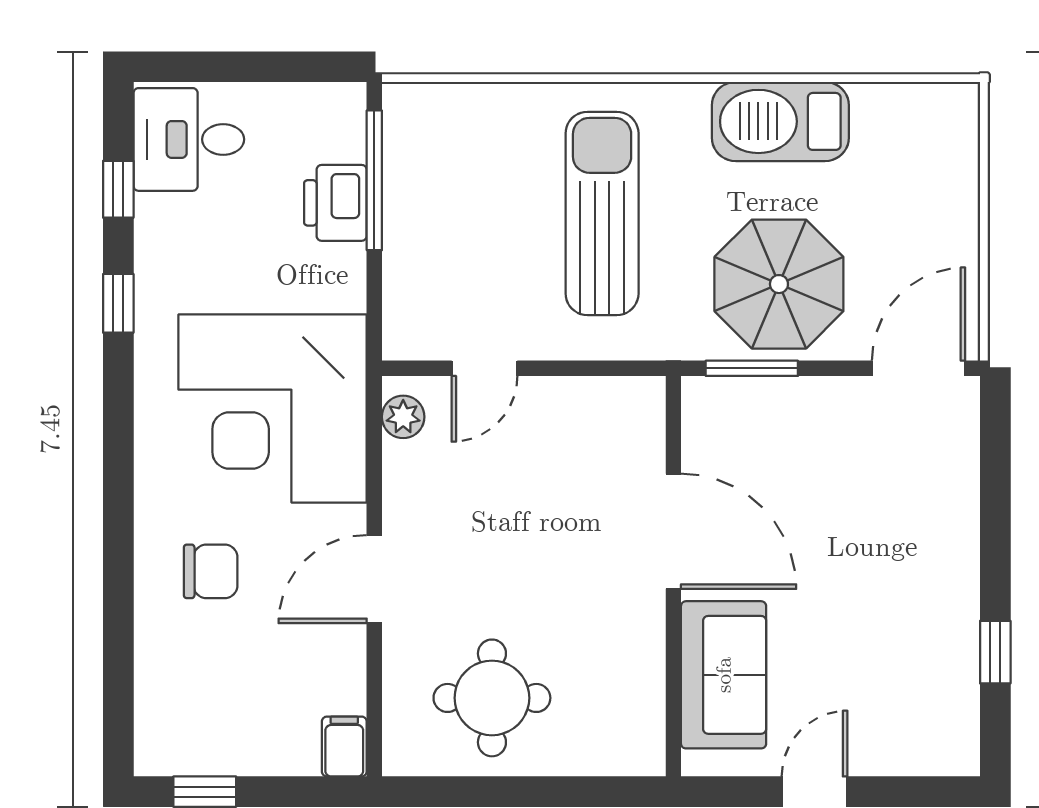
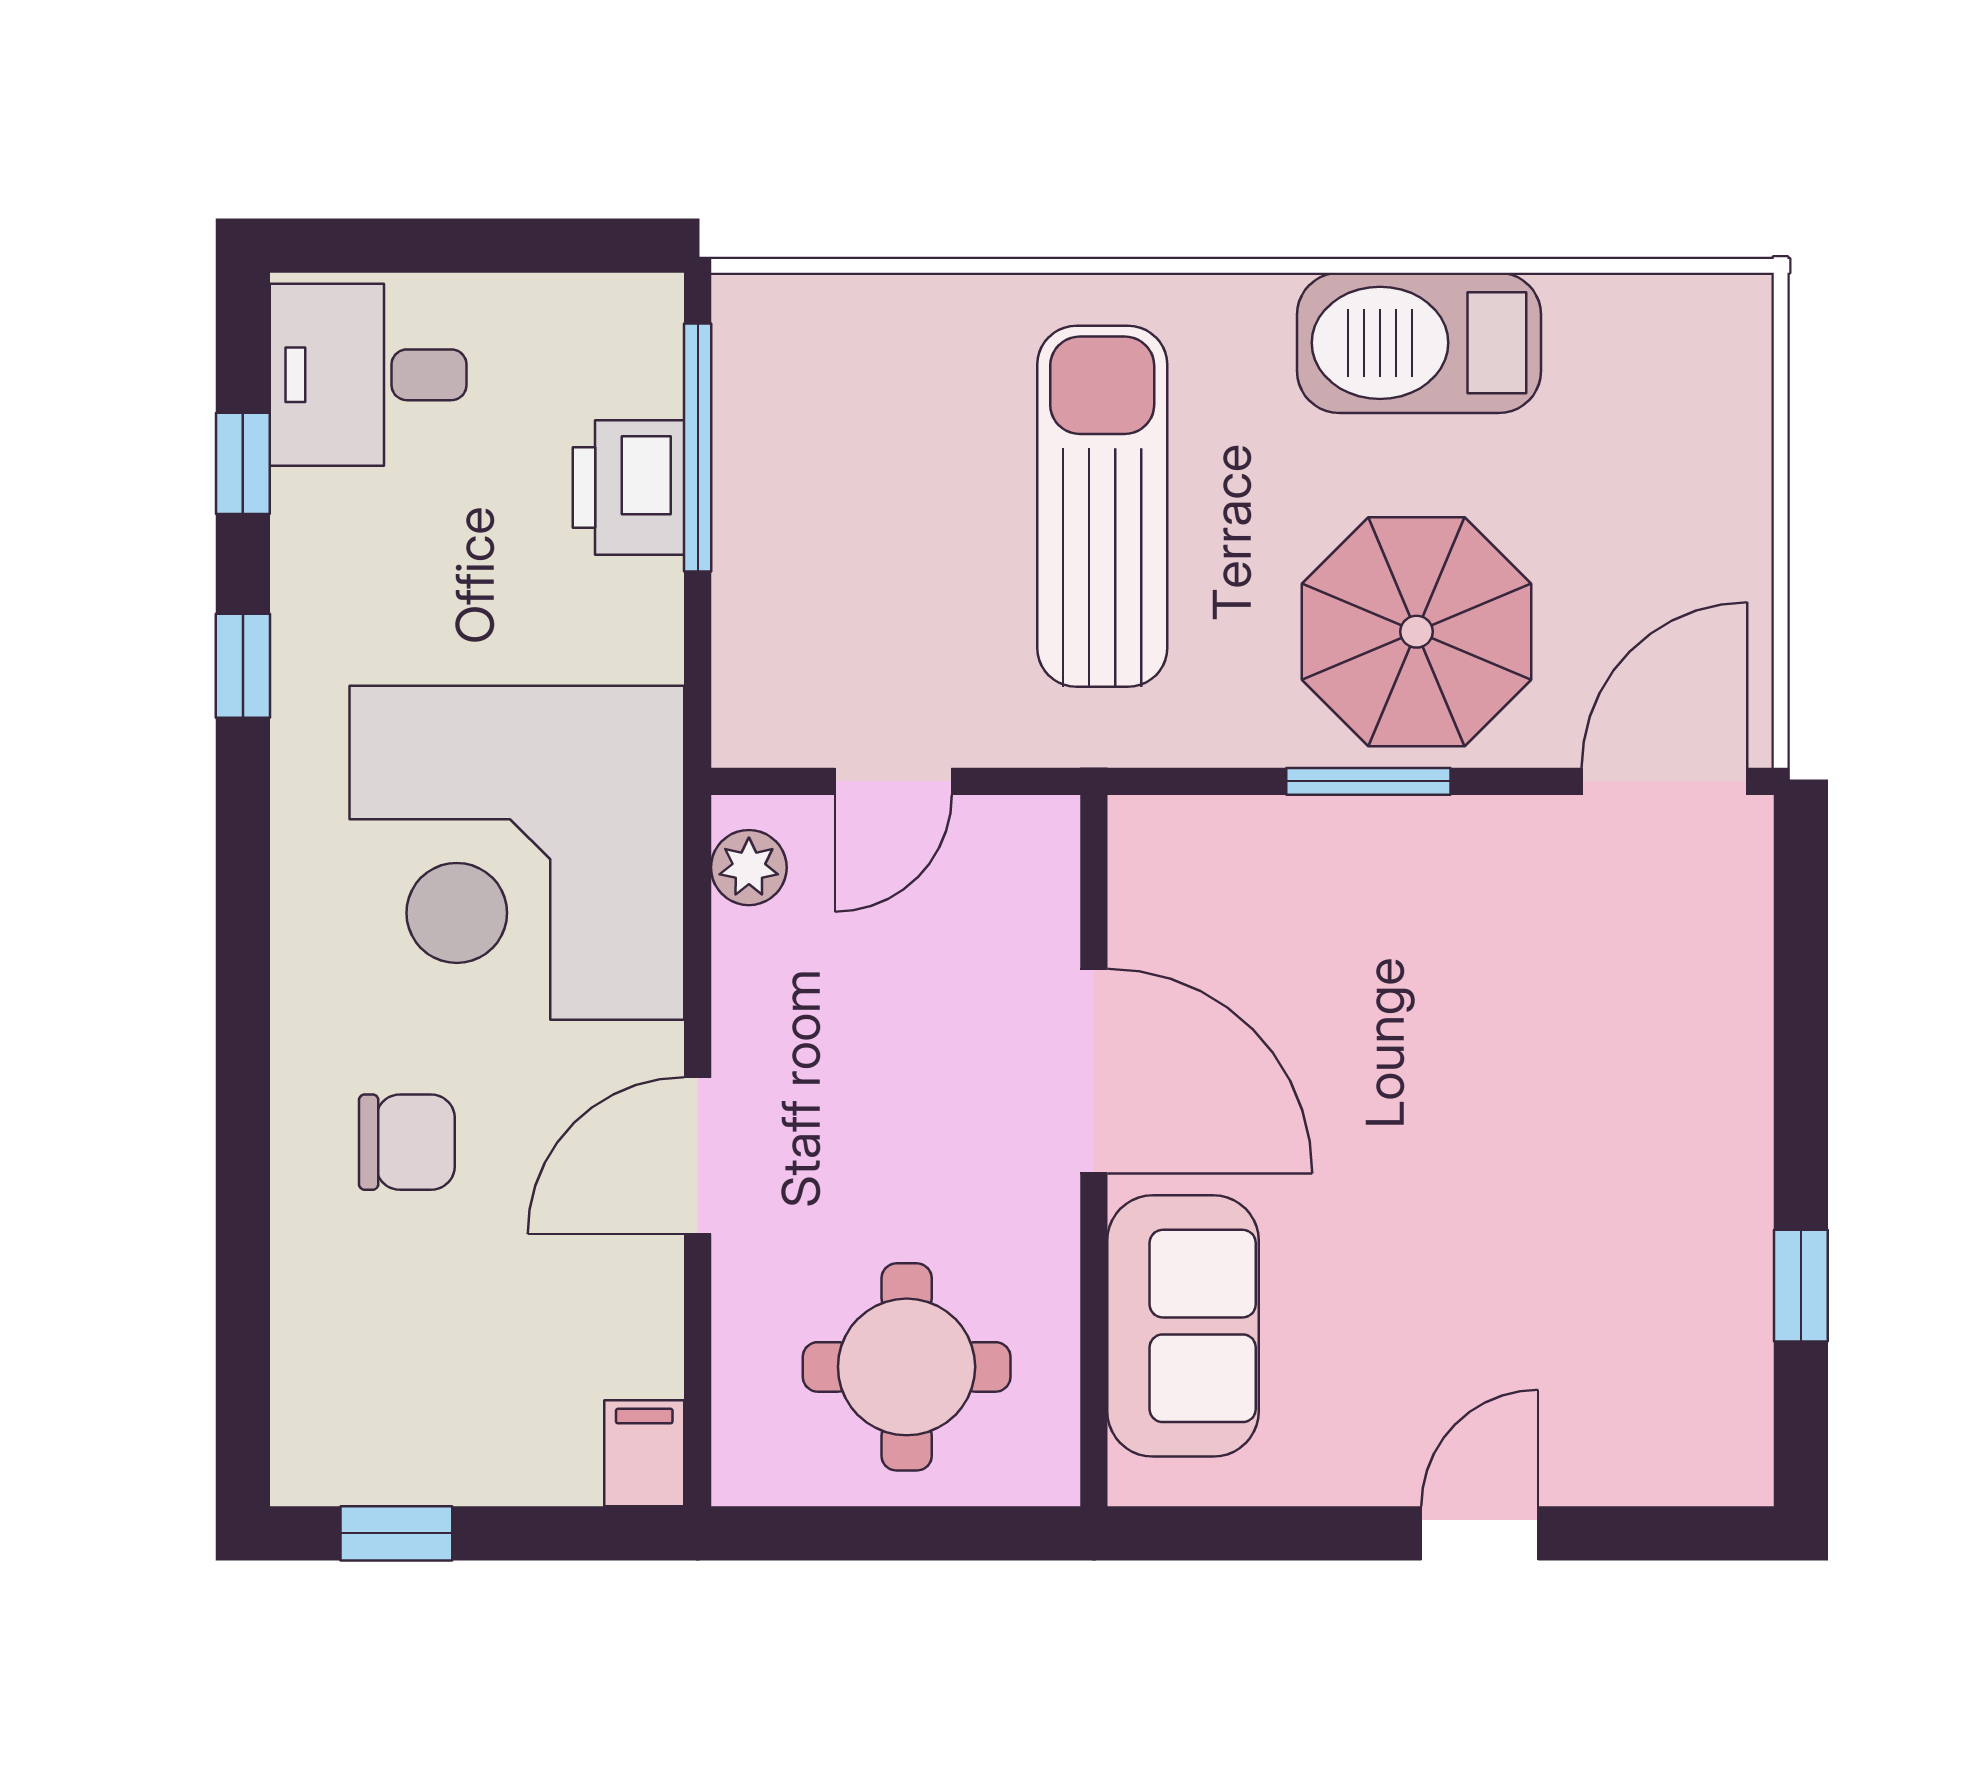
door: (673, 531) -> (1094, 1071), moved
wall: (673, 576) -> (1094, 1151), moved
sofa: (724, 675) -> (1183, 1326), moved

